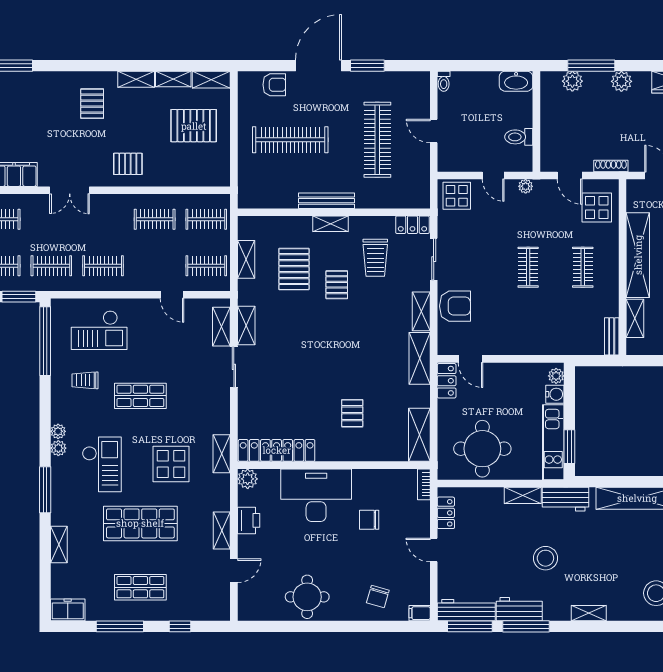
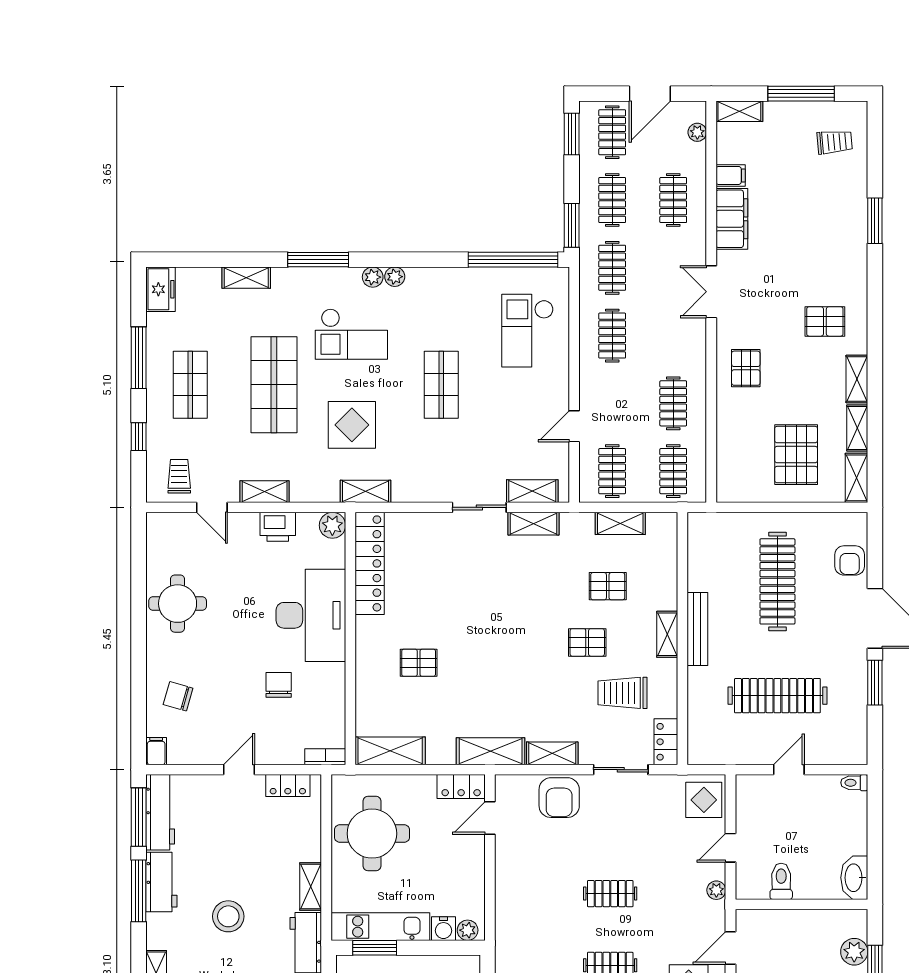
pallet: (294, 269) -> (608, 586), width x0.67, depth x0.71
trolley: (85, 380) -> (179, 476), moved

